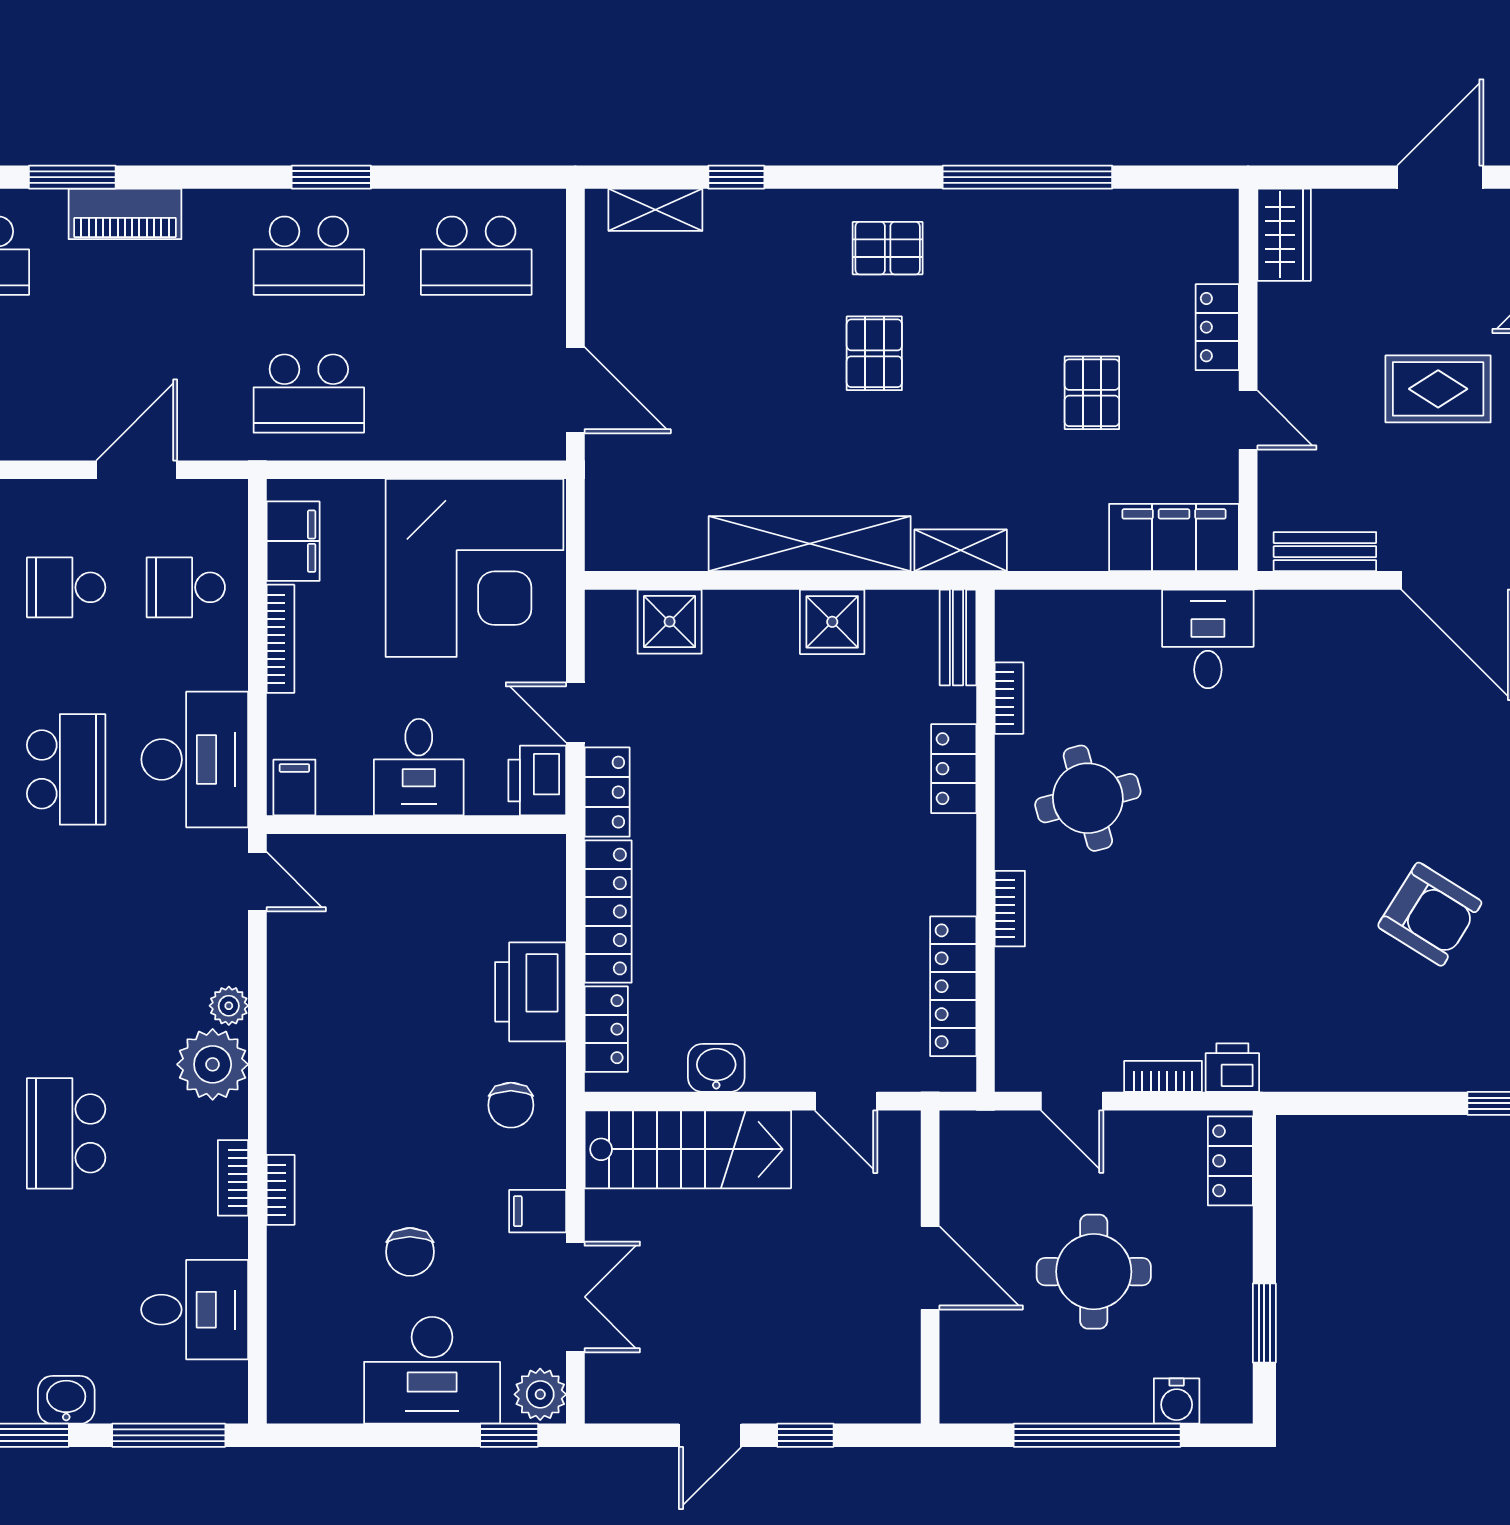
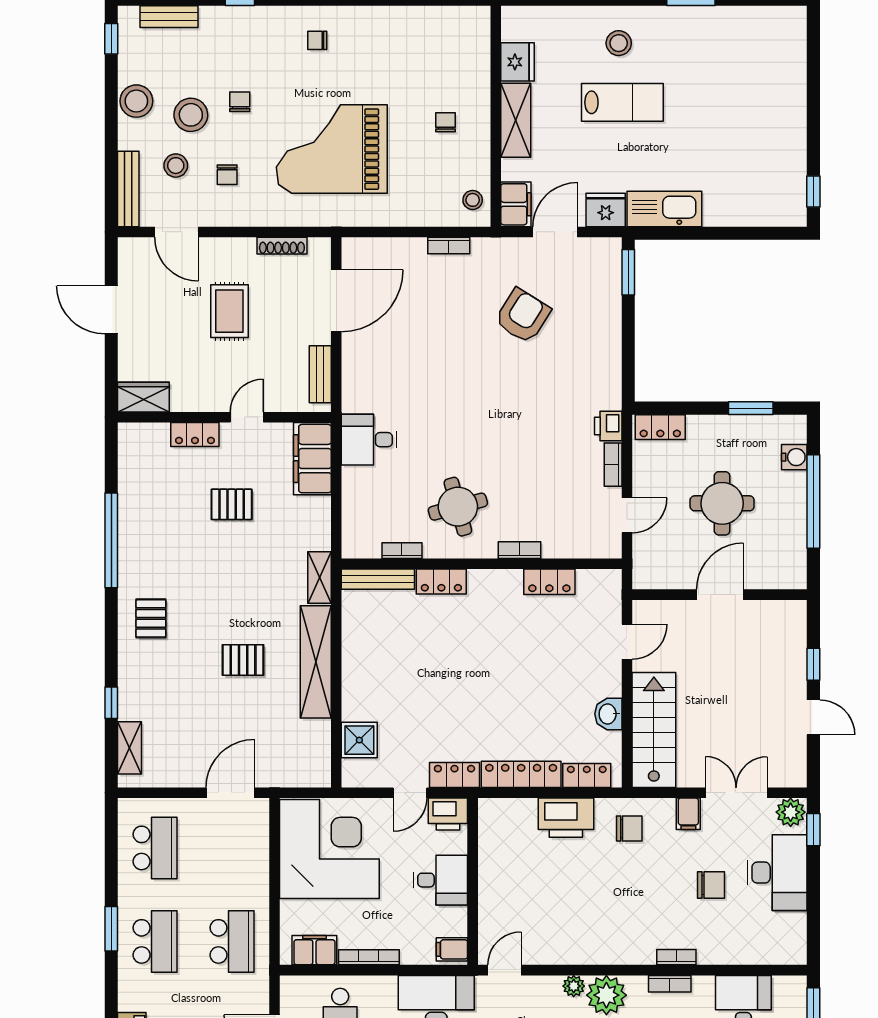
pallet: (874, 353) -> (243, 660), moved
shower: (832, 622) -> (359, 649), removed
bench: (958, 638) -> (378, 579), width x1.36
locker: (953, 986) -> (549, 582), width x0.66

